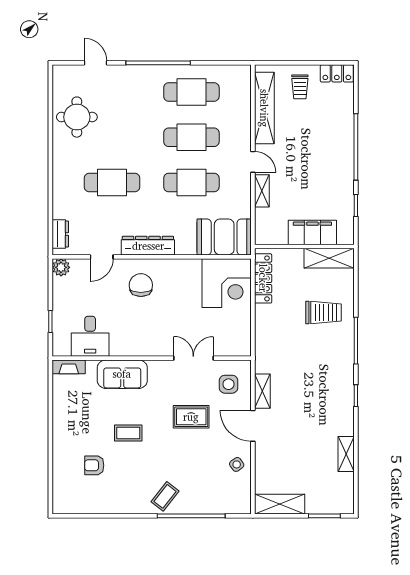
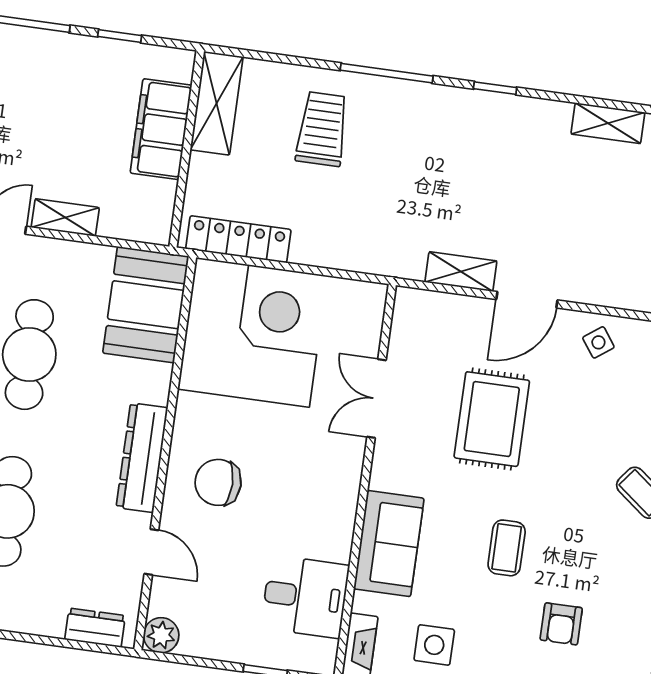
corner desk: (227, 283) -> (253, 332), width x1.36, depth x1.36
side table: (228, 384) -> (434, 645), moved
rug: (191, 417) -> (492, 419), width x1.36, depth x1.43

